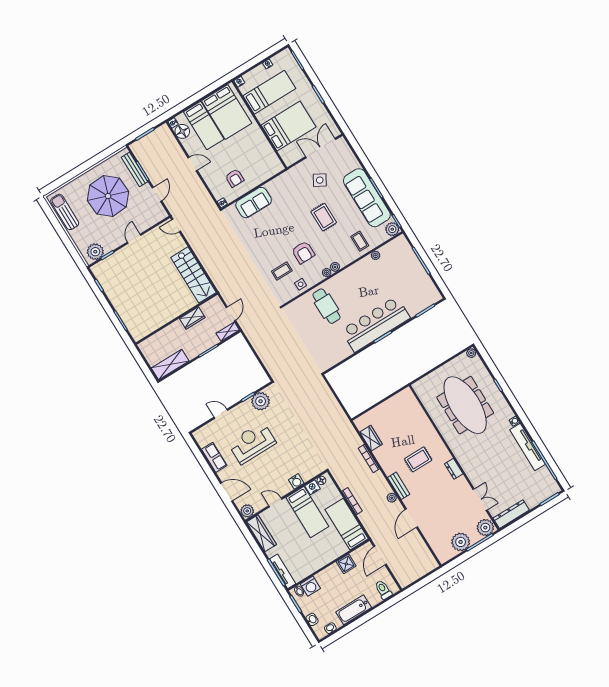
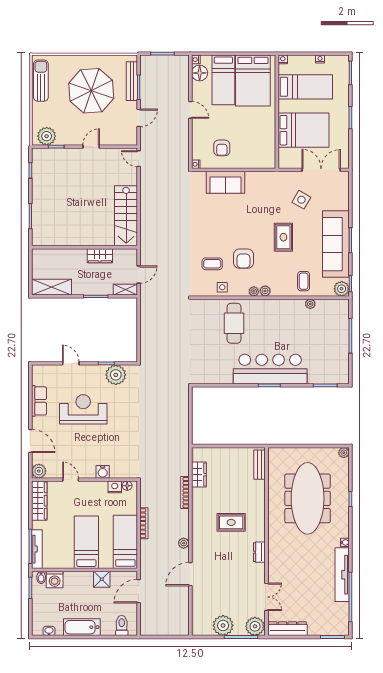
bench: (399, 486) -> (260, 465), moved
bed: (307, 512) -> (86, 542), moved, turned 180
washbasin: (312, 619) -> (37, 612), removed

